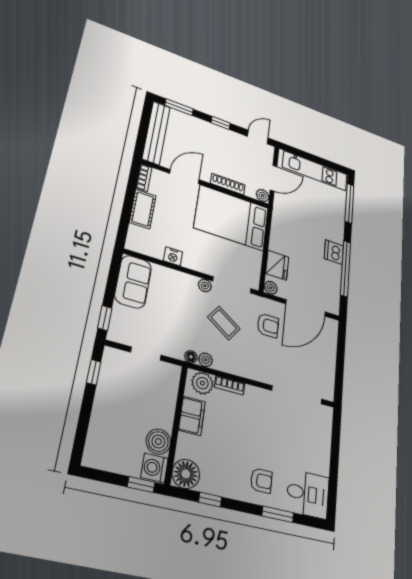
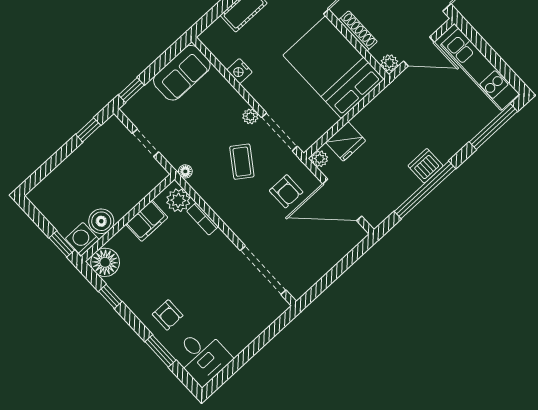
plant: (206, 360) -> (197, 183), removed

